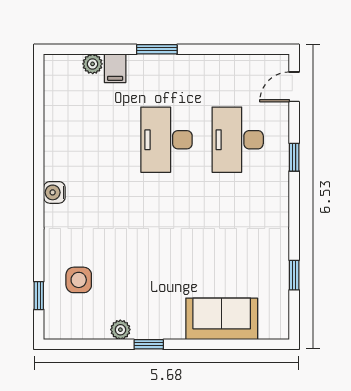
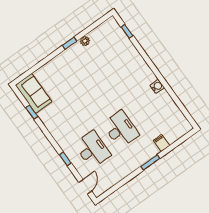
plant: (93, 64) -> (172, 138), removed
water cooler: (54, 192) -> (157, 86), moved
side table: (79, 280) -> (116, 49), removed
sofa: (222, 319) -> (34, 93), moved, turned -90

